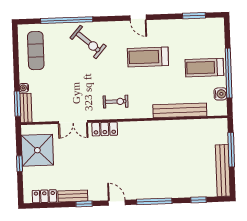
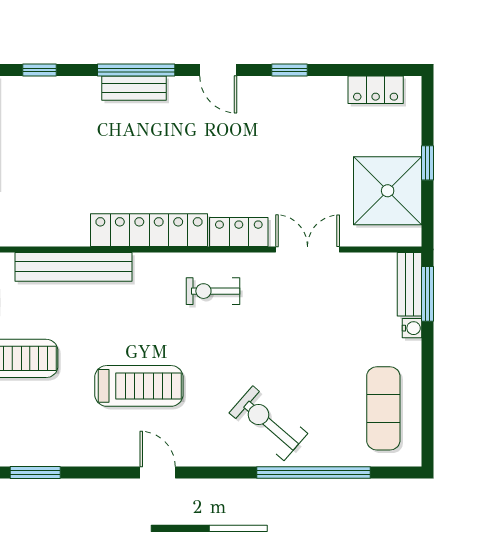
locker: (146, 128) -> (149, 230), added
bench: (73, 196) -> (134, 88), moved

